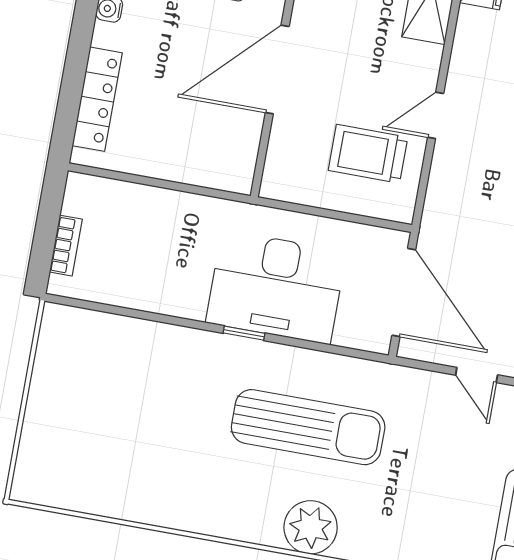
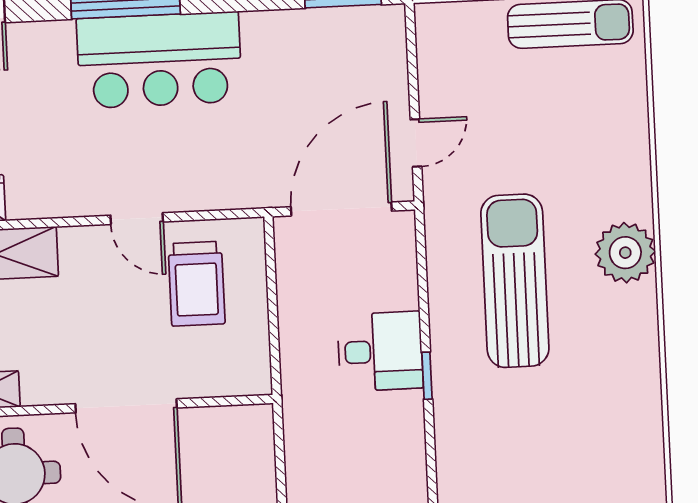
desk: (276, 287) -> (380, 351), width x0.53, depth x0.77
door: (477, 375) -> (416, 143), moved

